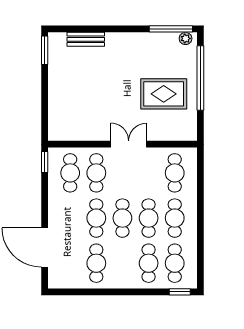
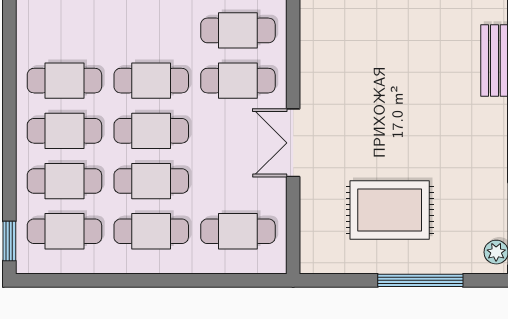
window: (200, 78) -> (420, 280), width x0.68
rug: (164, 94) -> (390, 210), turned 90
double door: (129, 144) -> (293, 143), swing flipped
cafe table: (122, 263) -> (64, 131), added

